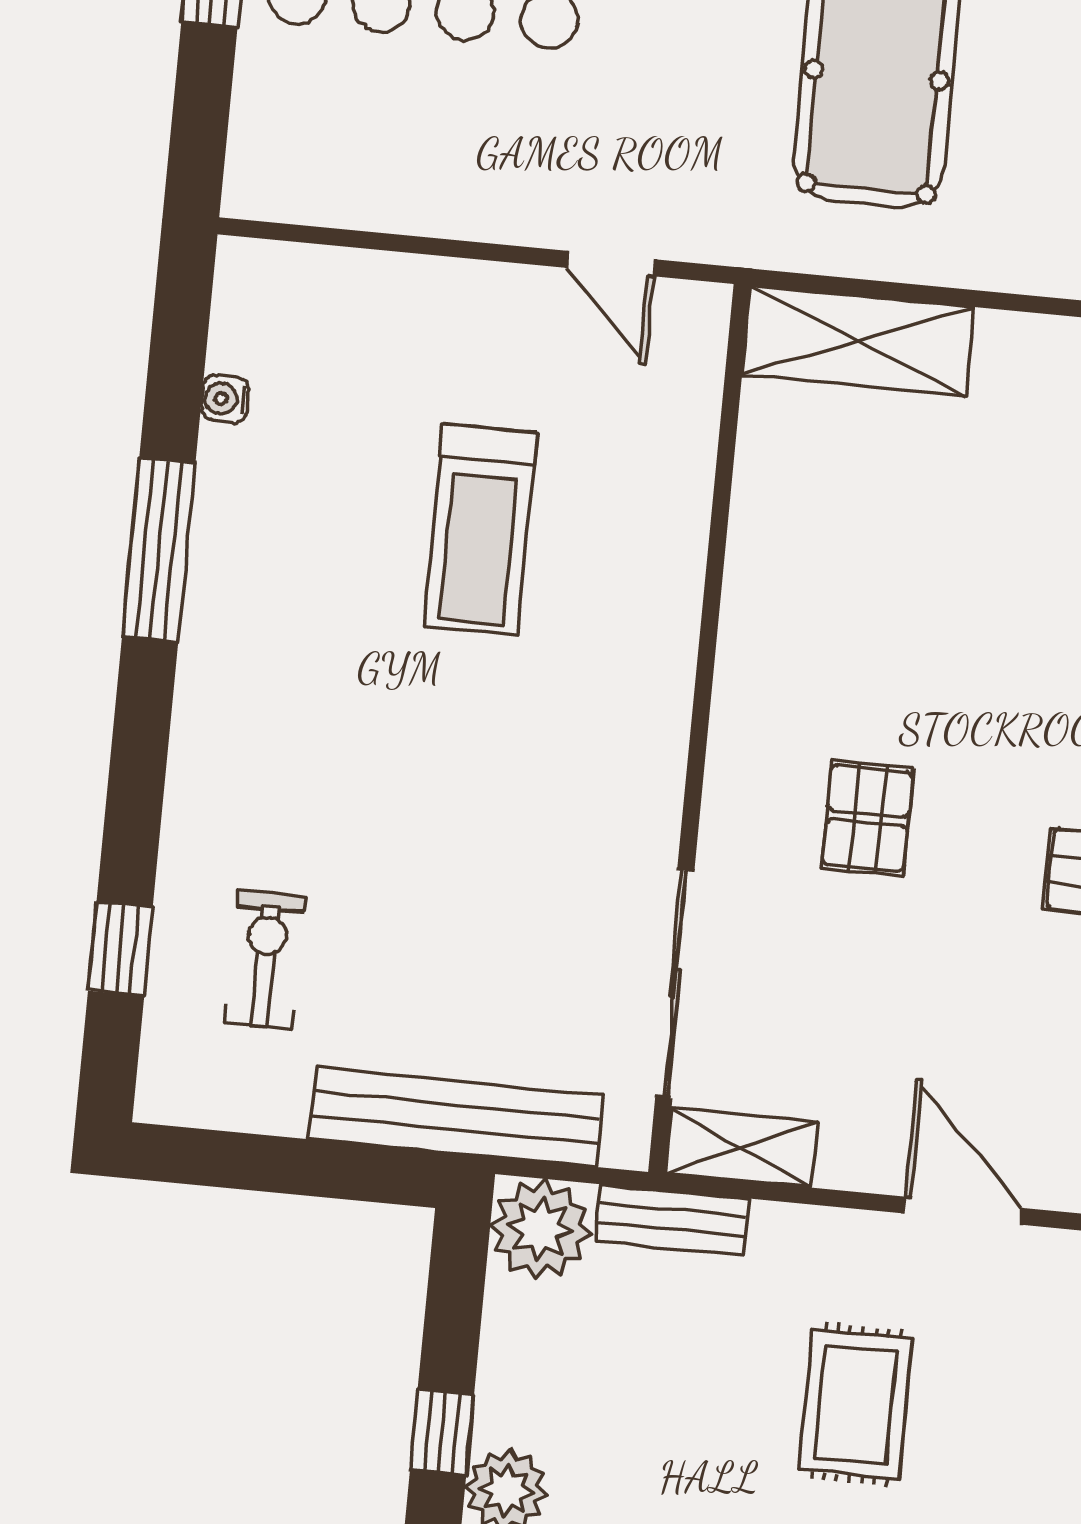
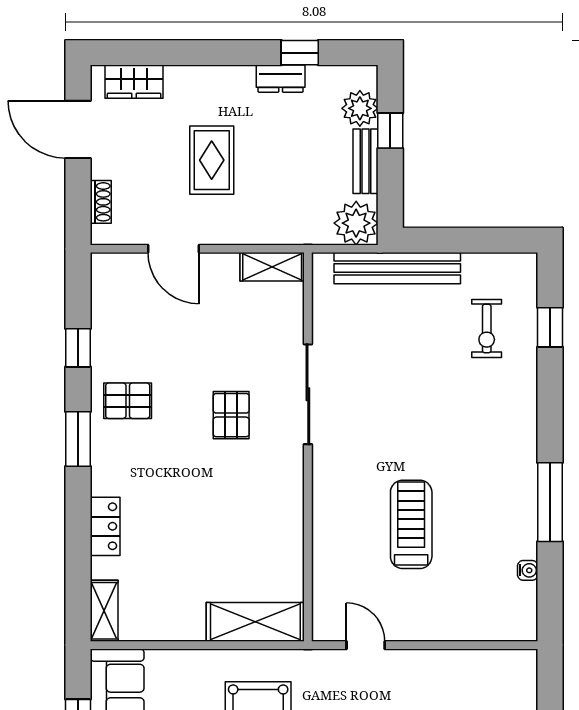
sliding door: (675, 983) -> (308, 394), moved
bench: (672, 1220) -> (366, 161), moved, turned 90

